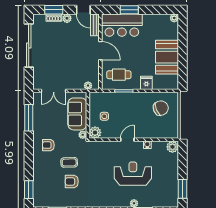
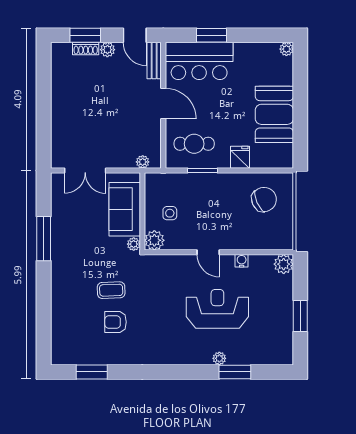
sliding door: (29, 46) -> (44, 95), removed
window: (29, 118) -> (44, 239), moved
door: (127, 140) -> (208, 252), swing flipped
armchair: (48, 145) -> (77, 261), removed
window: (182, 189) -> (300, 316), moved
window: (29, 190) -> (44, 335), removed

